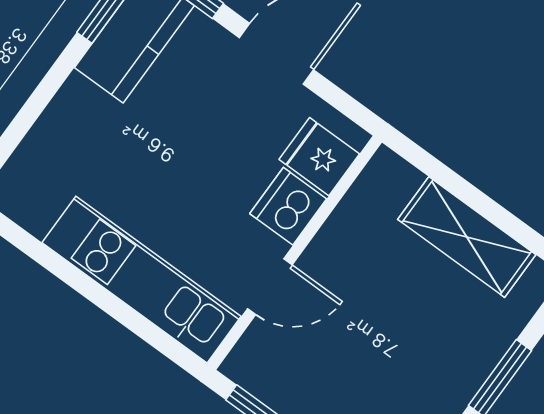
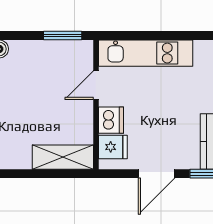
shelving: (467, 237) -> (63, 157), moved

